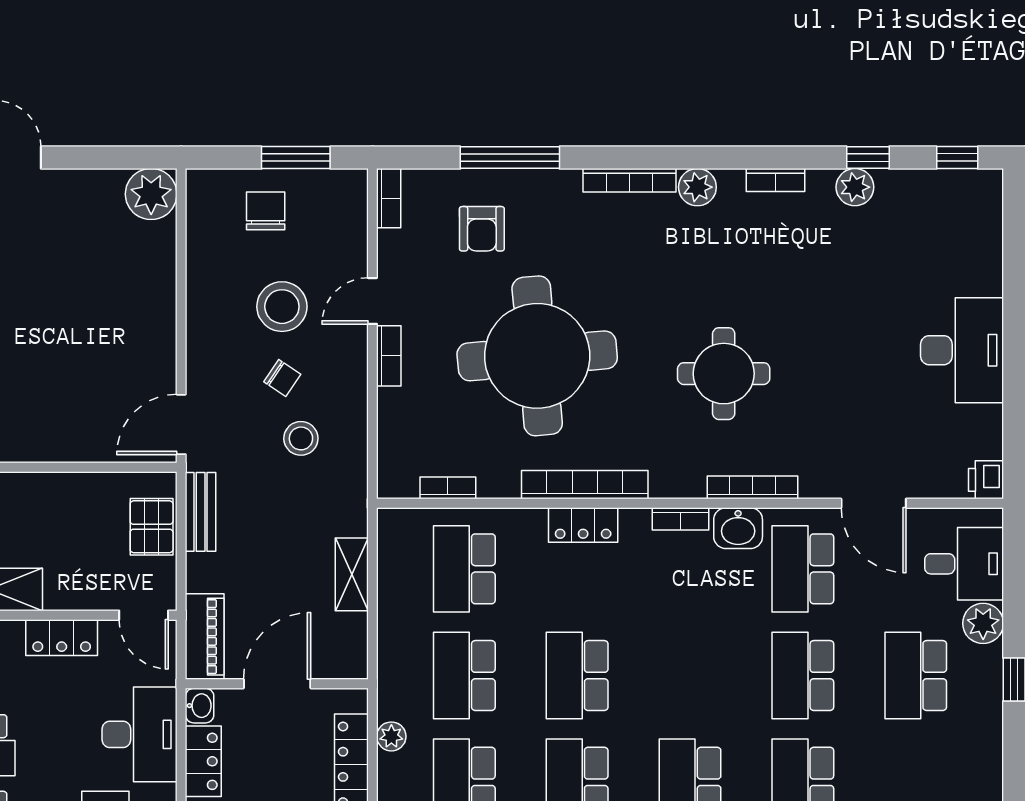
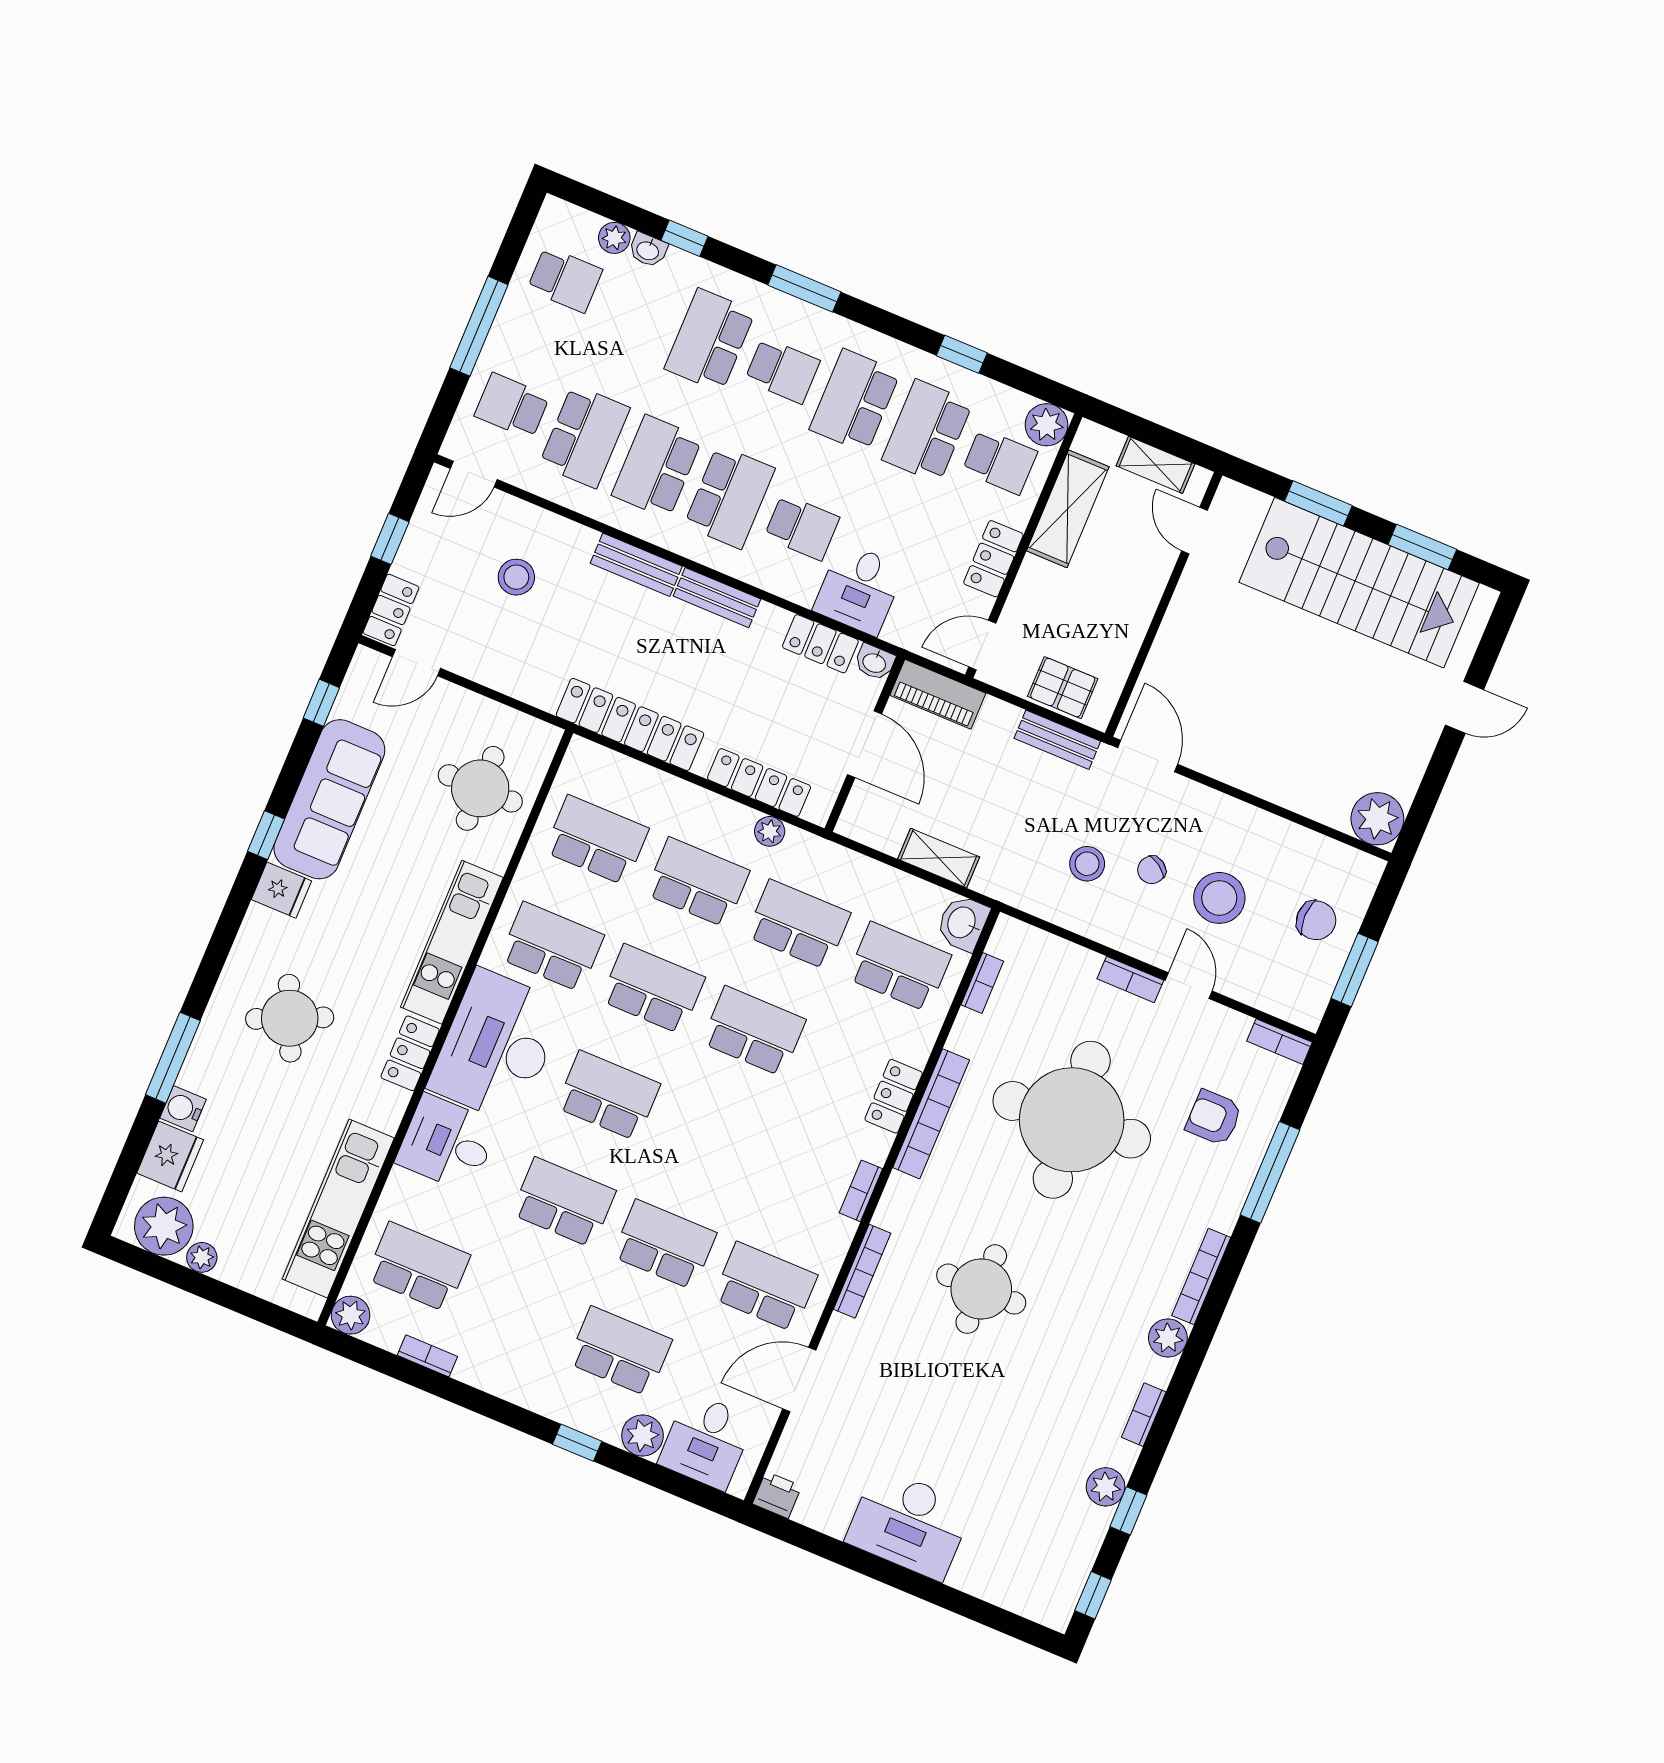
washbasin: (738, 528) -> (963, 923), moved
desk: (139, 734) -> (859, 589), width x0.73

